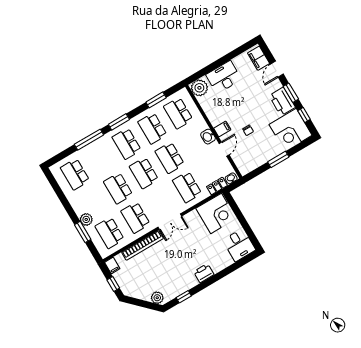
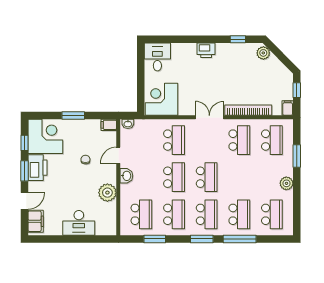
plant: (199, 88) -> (107, 193), moved
filing cabinet: (222, 129) -> (109, 125), moved
locker: (217, 186) -> (145, 125), removed
school desk: (118, 188) -> (239, 214), moved
plant: (86, 219) -> (286, 183), moved

